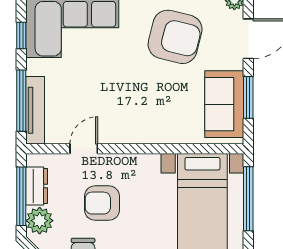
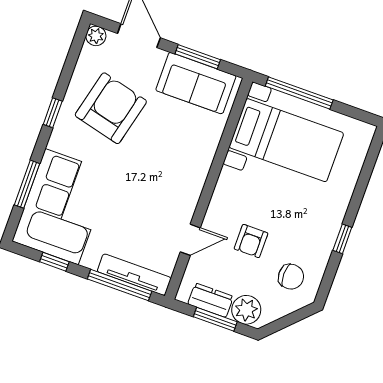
door: (84, 149) -> (190, 240), swing flipped
window: (21, 196) -> (215, 319), width x0.69
armchair: (102, 203) -> (251, 241), width x0.72, depth x0.72

